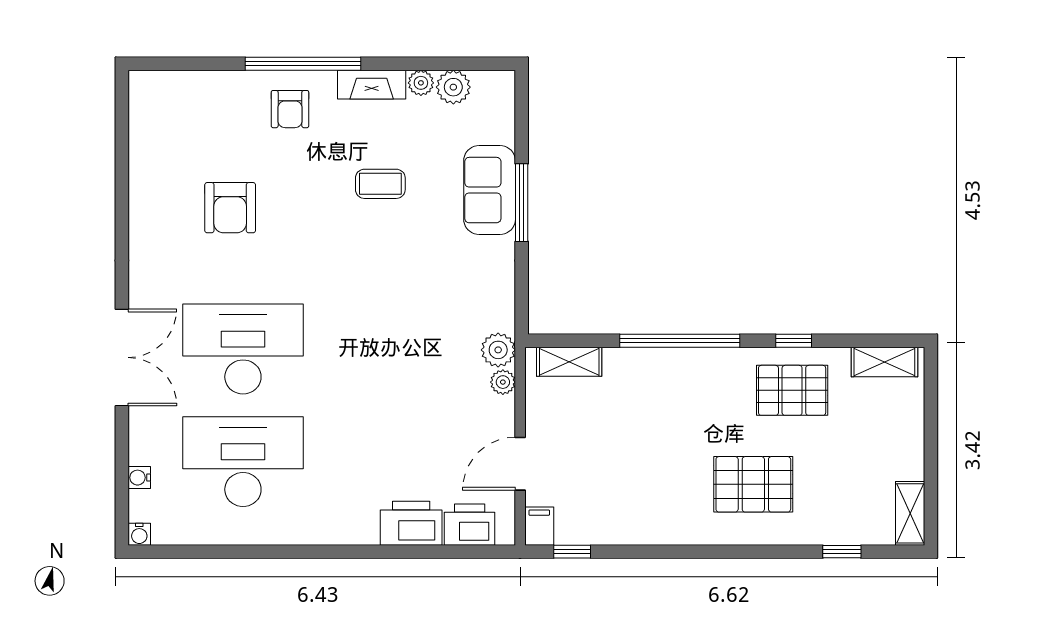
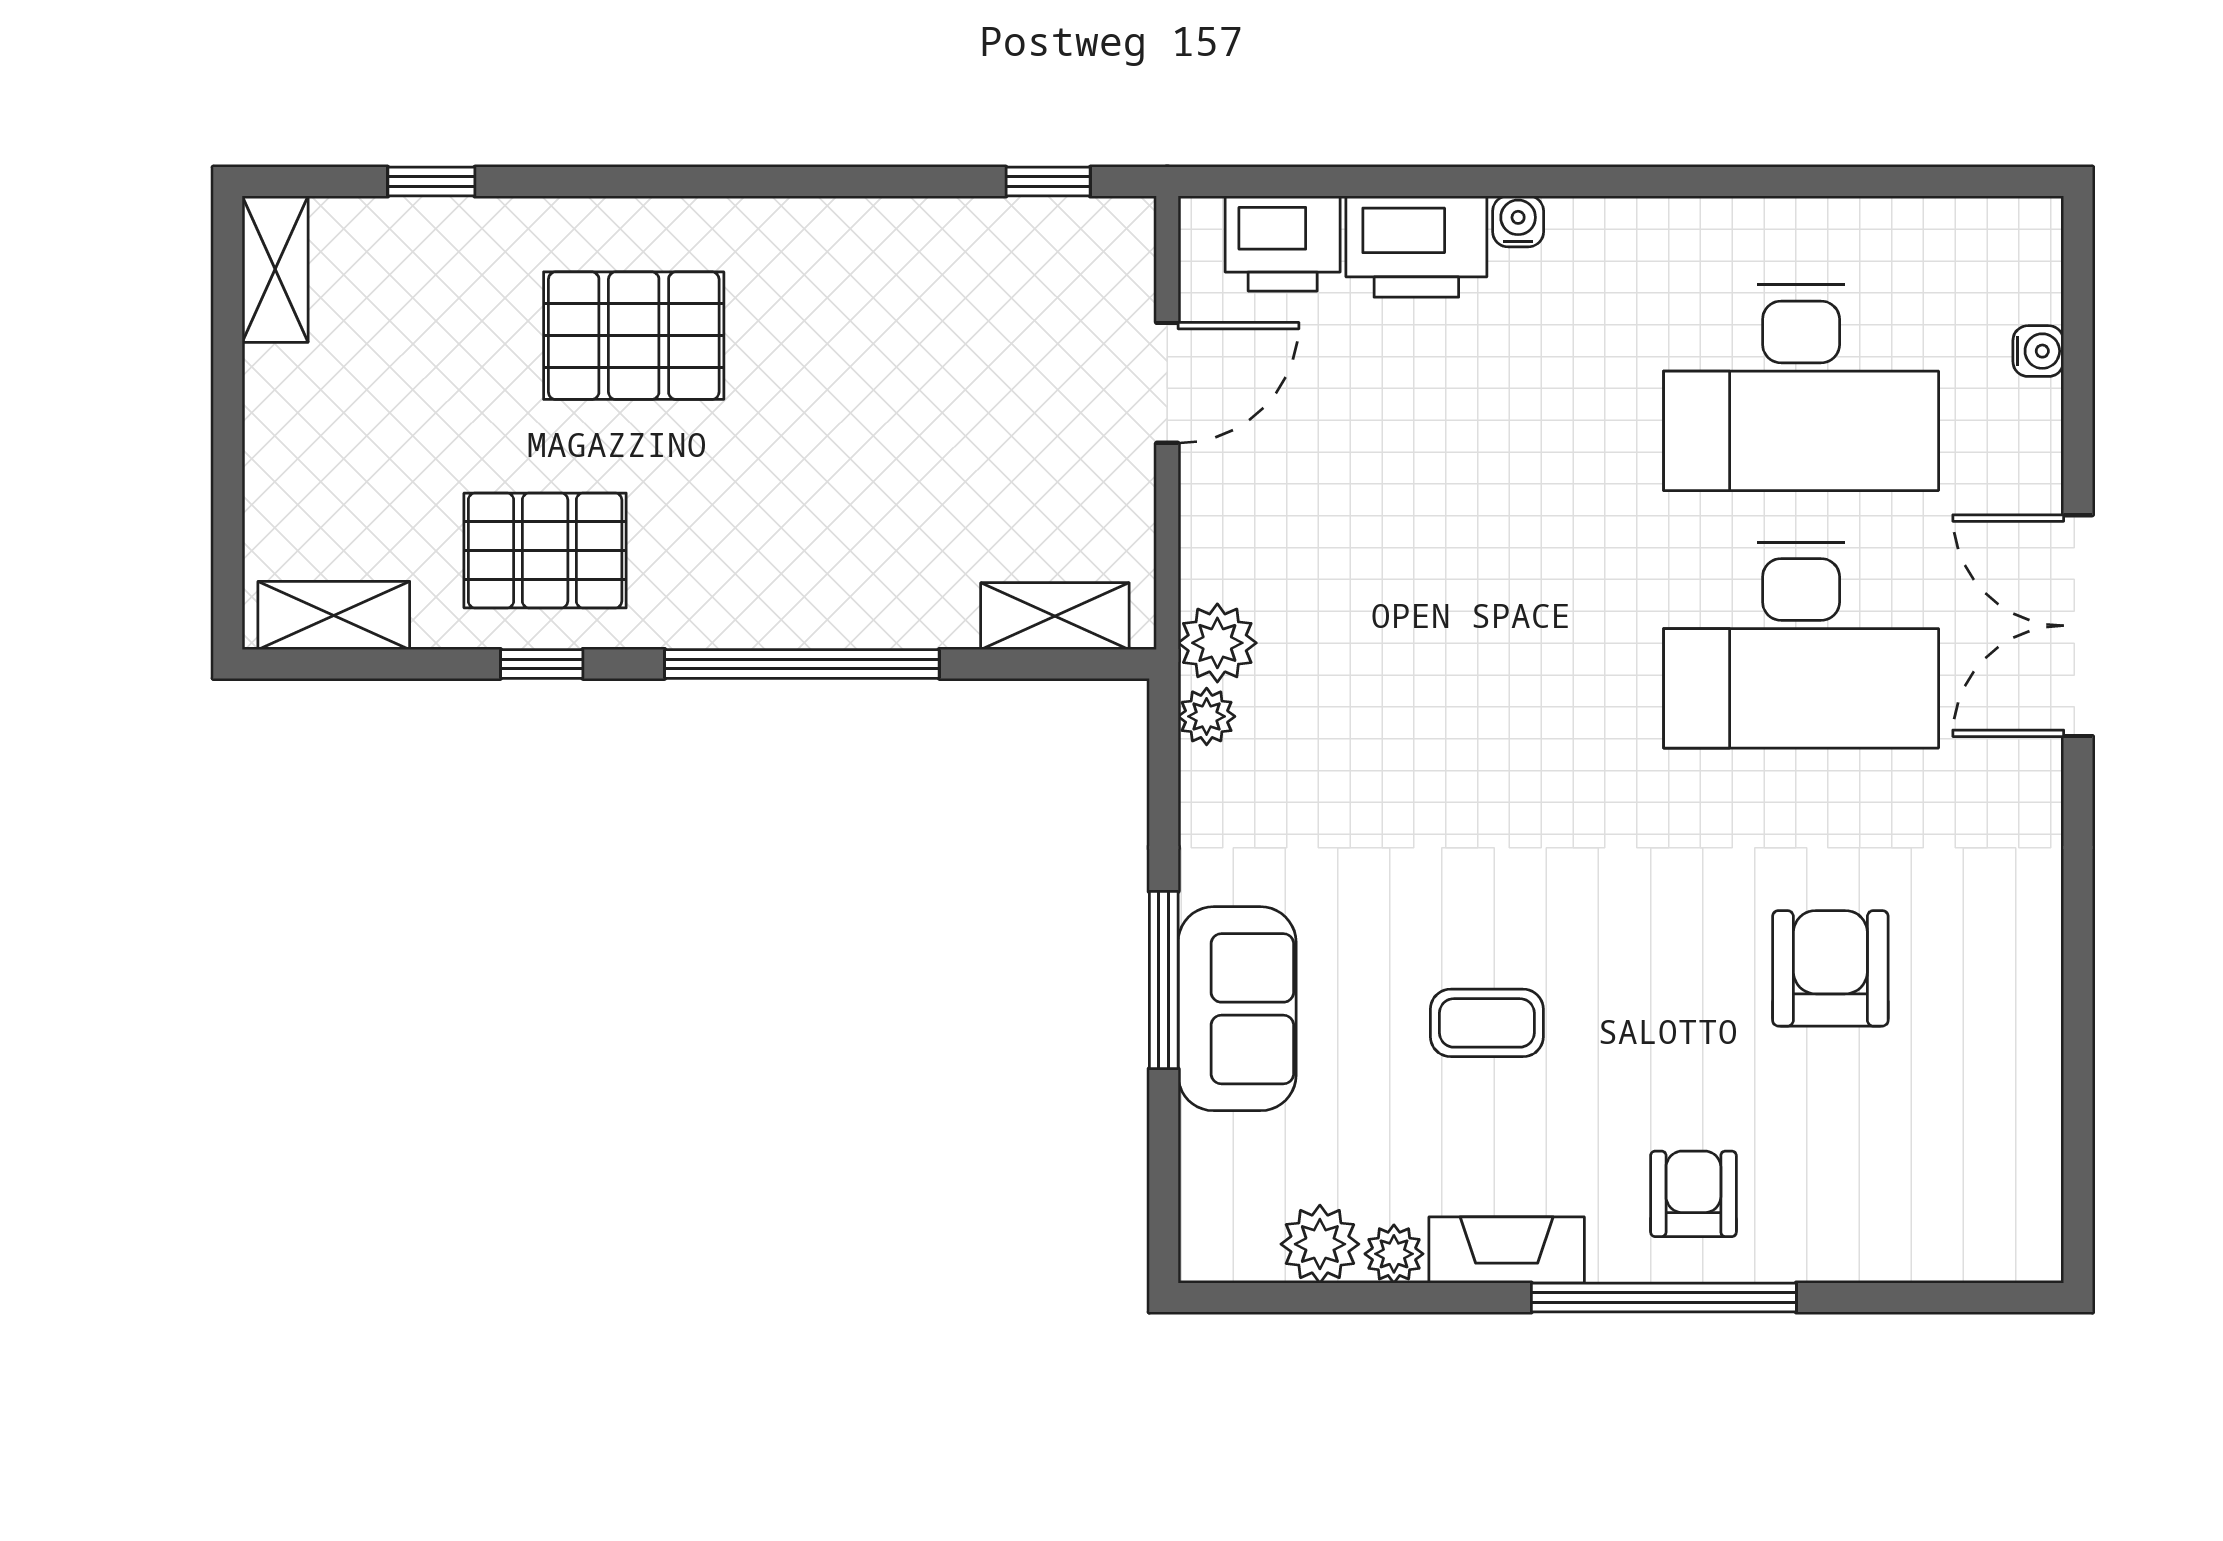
plant: (503, 382) -> (1207, 716), moved
filing cabinet: (539, 526) -> (1123, 240), removed
water cooler: (139, 534) -> (1518, 221), moved

